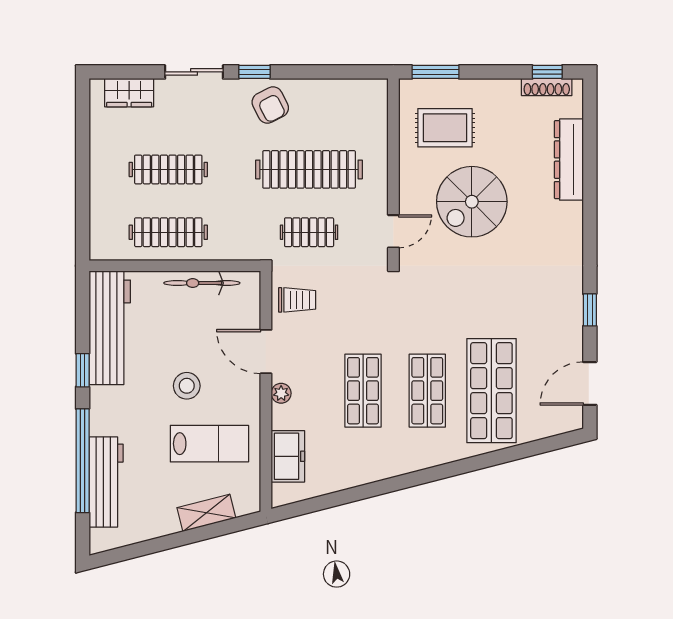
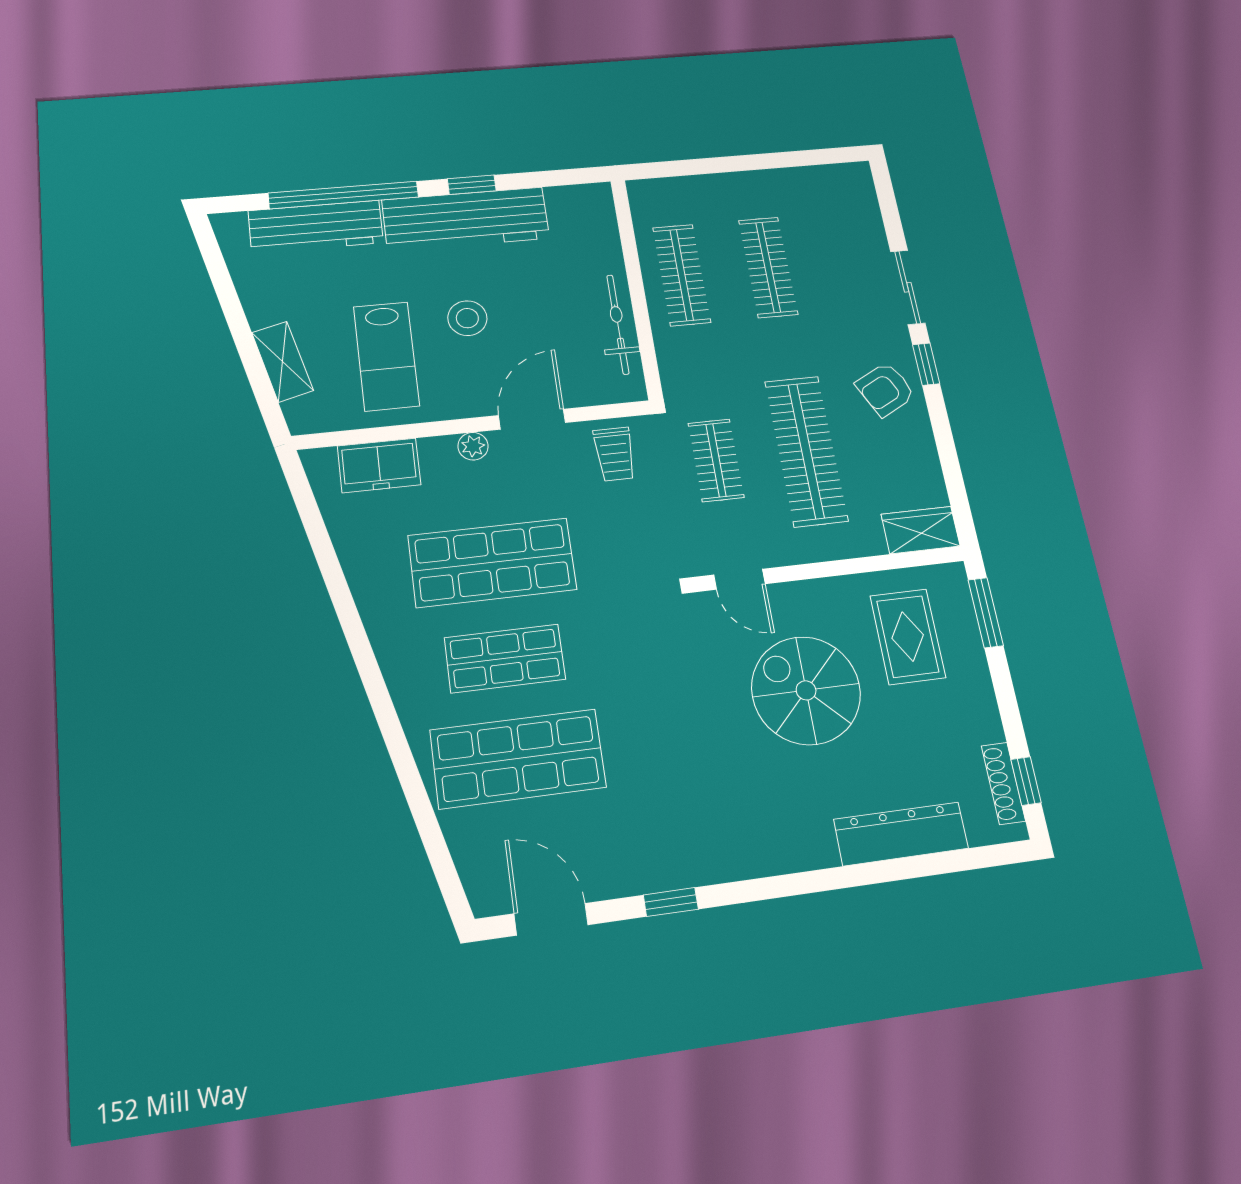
wardrobe: (129, 93) -> (921, 530), moved, turned 90
workbench: (110, 328) -> (466, 219), moved
shop shelf: (363, 391) -> (492, 562), width x1.43, depth x1.36

